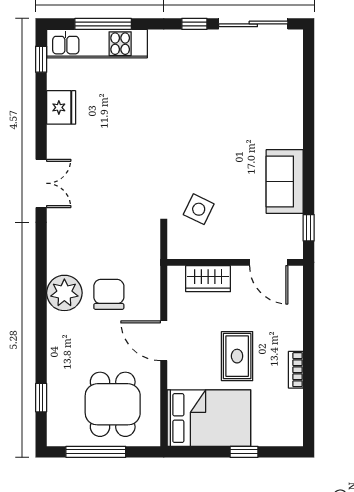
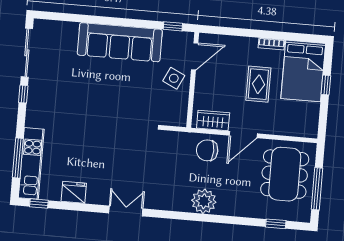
sofa: (285, 181) -> (120, 42), width x1.85, depth x1.27
side table: (199, 209) -> (174, 78), moved
wardrobe: (208, 279) -> (213, 120), moved, turned -90
chair: (109, 294) -> (207, 150), moved
rug: (237, 356) -> (258, 84), turned 90
dining table: (113, 404) -> (285, 174), width x1.38
bed: (209, 418) -> (303, 71), moved, turned 180

